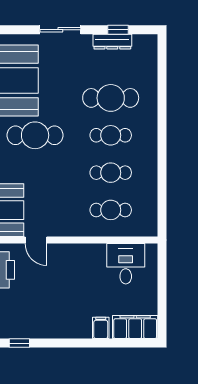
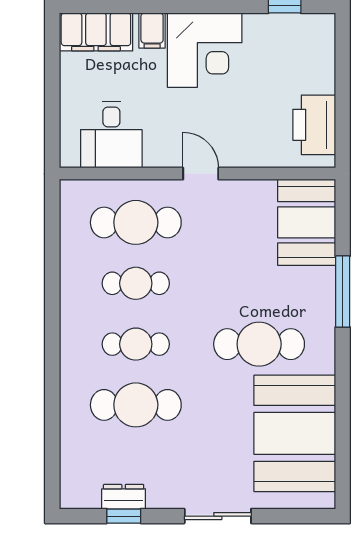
dresser: (112, 42) -> (124, 497), width x0.70
cafe table: (111, 210) -> (136, 222), width x1.37, depth x1.35
door: (36, 240) -> (201, 174), moved
corner desk: (68, 316) -> (205, 50), added

